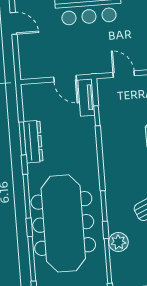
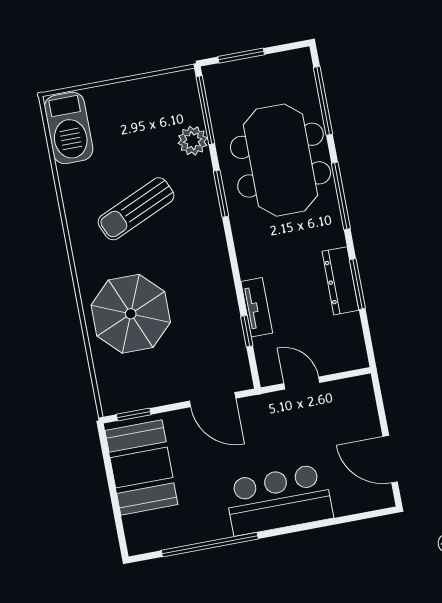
door: (14, 23) -> (390, 459), width x1.38
door: (124, 74) -> (213, 400), width x1.38
tv unit: (86, 98) -> (257, 307), moved
meeting table: (63, 223) -> (280, 160), width x0.73

